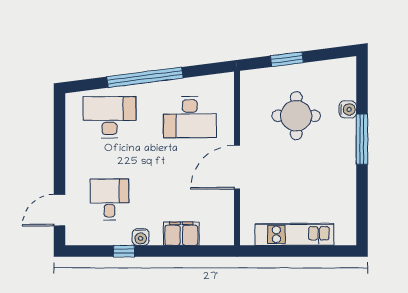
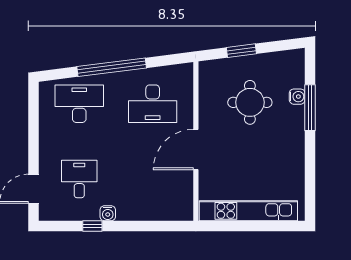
window: (362, 139) -> (310, 108), moved
filing cabinet: (181, 234) -> (145, 210), removed
kitchen unit: (294, 234) -> (248, 211), width x1.36

